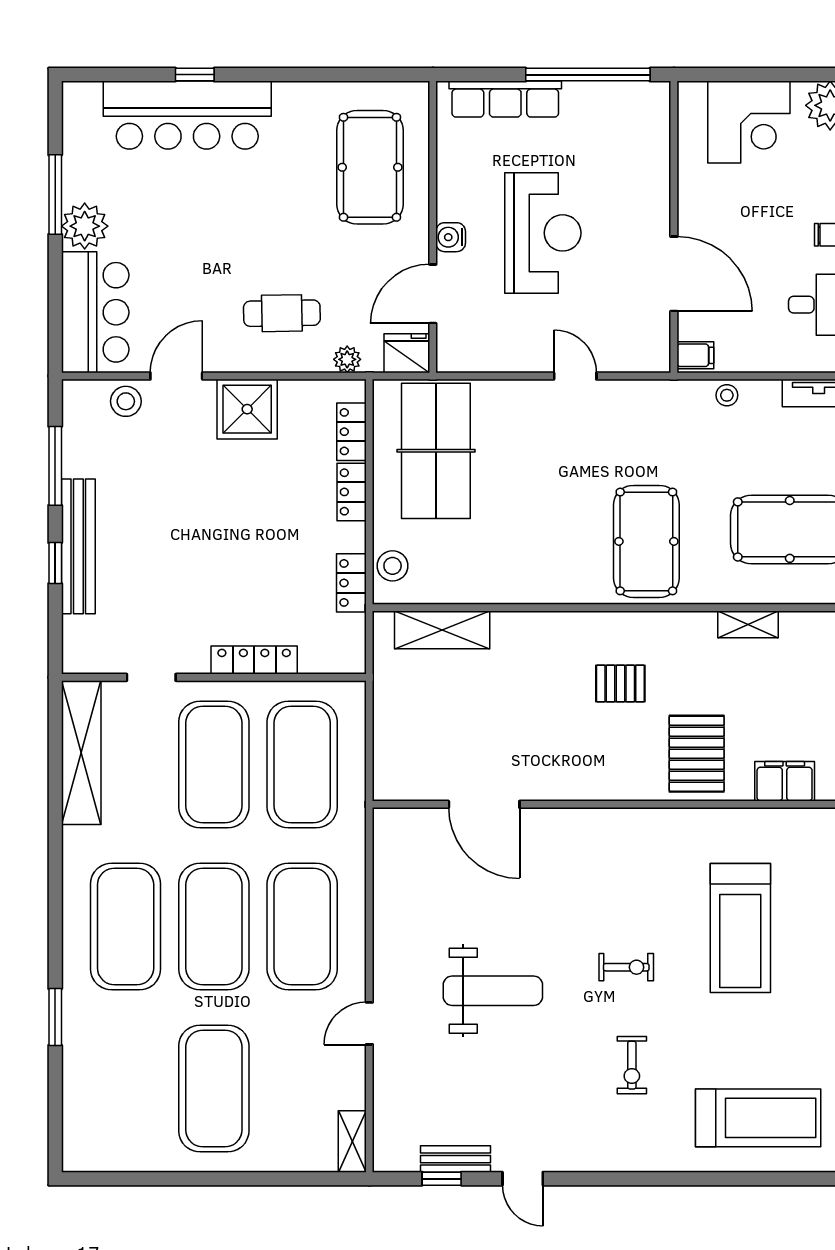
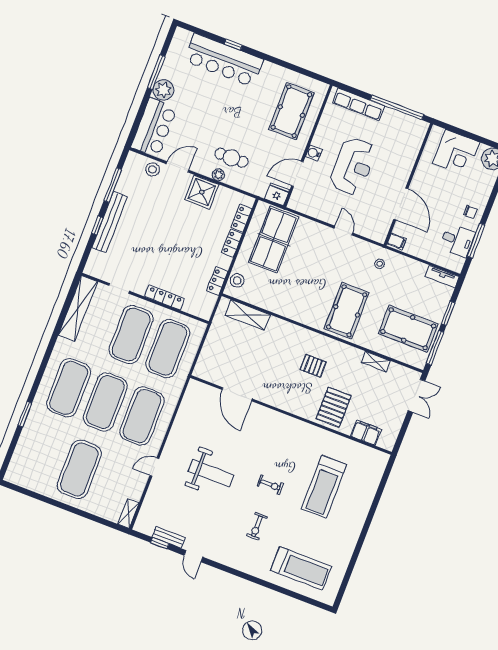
plant: (347, 359) -> (218, 175), moved
stool: (727, 395) -> (380, 264), moved

